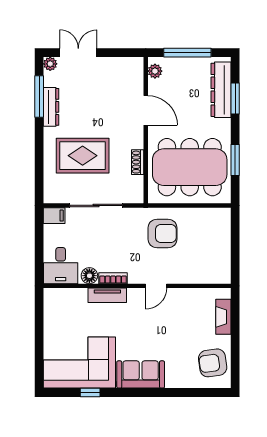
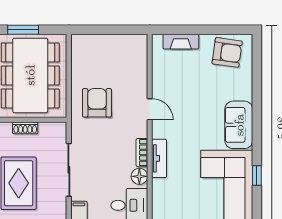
armchair: (213, 363) -> (227, 52), turned -74

